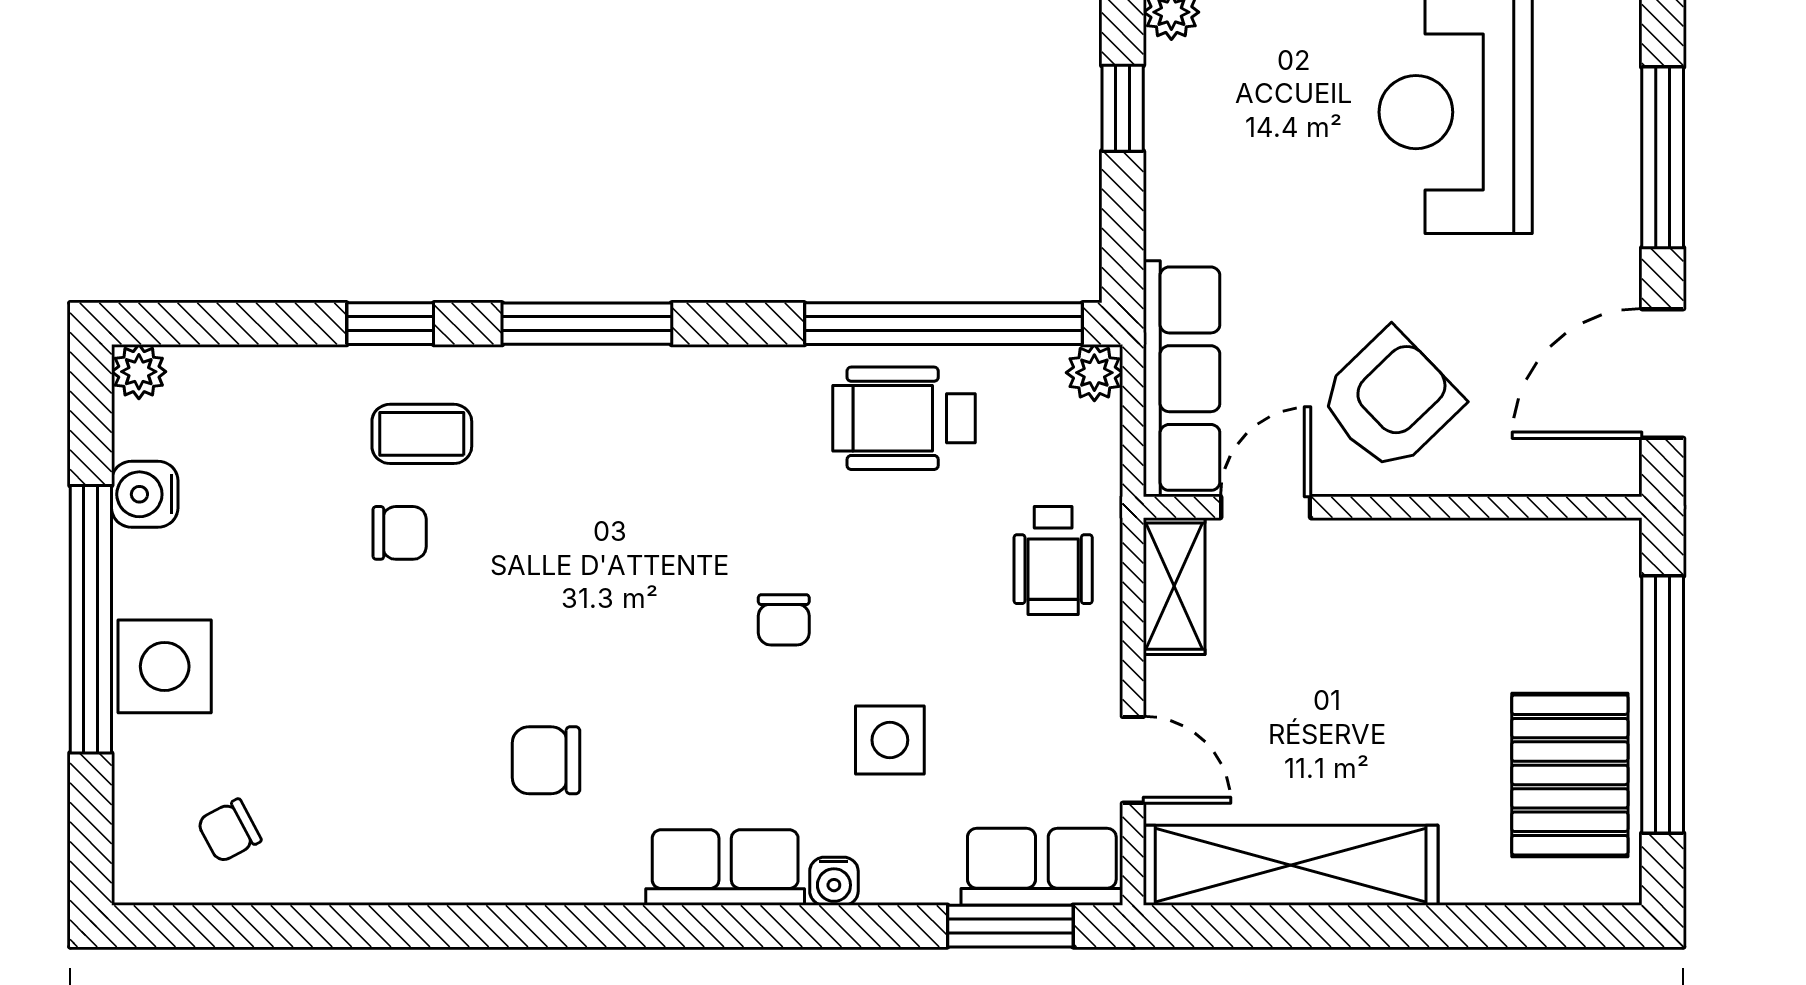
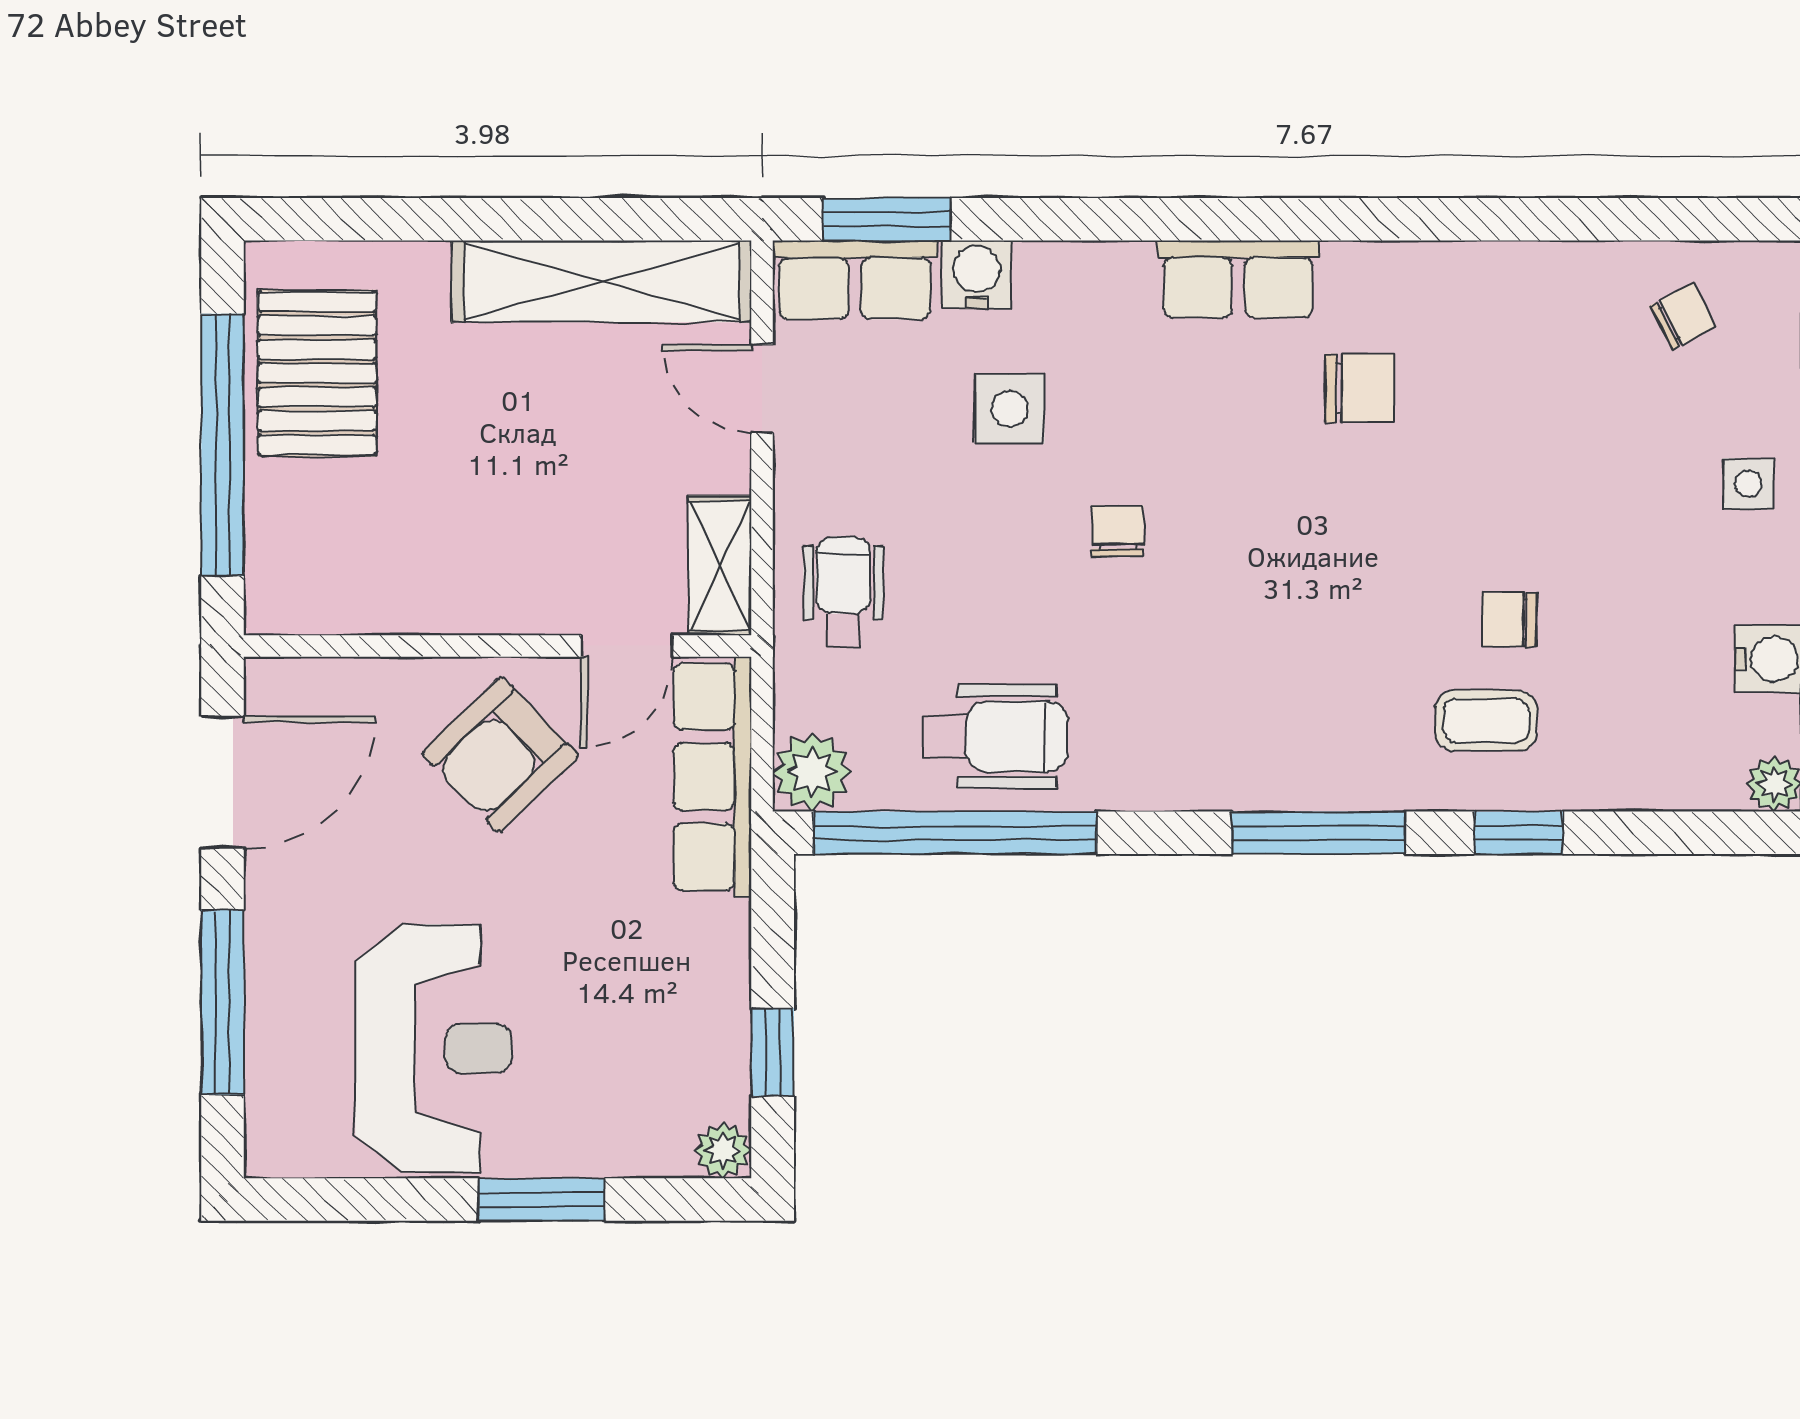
plant: (1094, 373) -> (812, 772), width x1.38, depth x1.38
side table: (165, 666) -> (1748, 484), width x0.54, depth x0.54
row of seats: (725, 867) -> (1238, 279), moved
water cooler: (834, 881) -> (977, 274), moved, width x1.38, depth x1.38

